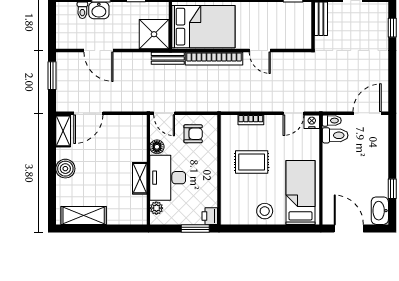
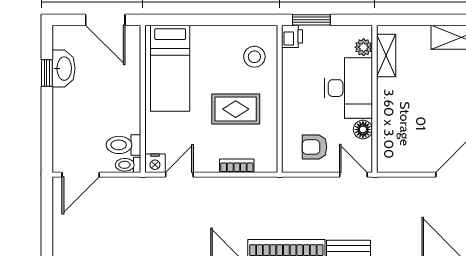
shelving: (140, 178) -> (386, 55), moved
stool: (265, 211) -> (254, 57), moved
washbasin: (380, 211) -> (64, 69), moved

